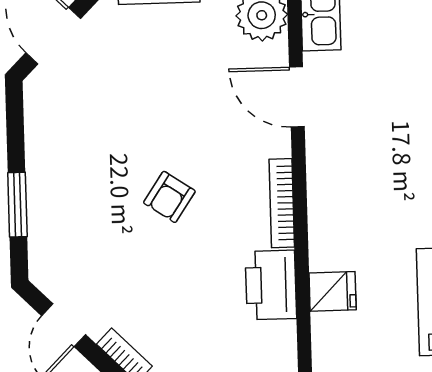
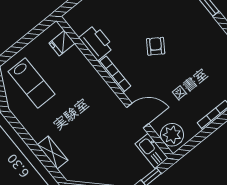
fridge: (333, 291) -> (62, 43), moved

